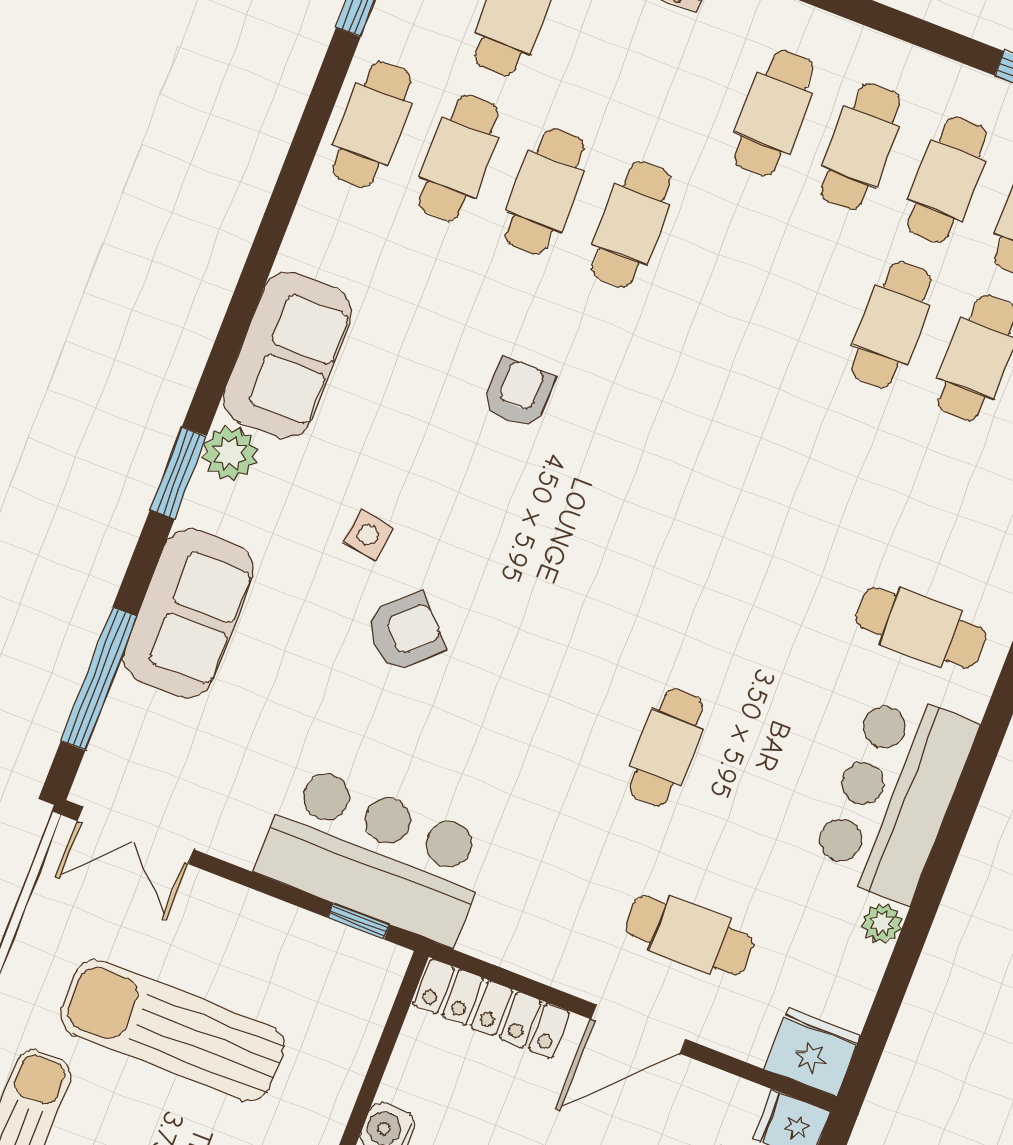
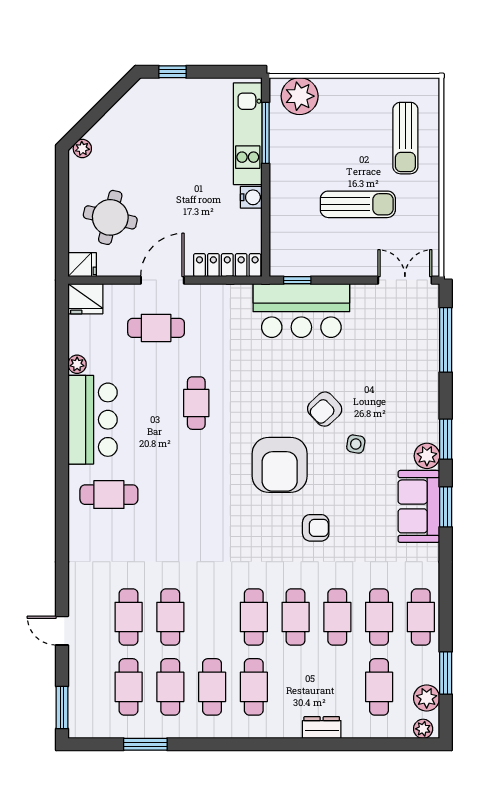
cafe table: (718, 258) -> (254, 617), added
window: (232, 333) -> (446, 507), added
armchair: (518, 393) -> (316, 528), turned -90
armchair: (543, 553) -> (280, 465), added
sofa: (189, 613) -> (419, 382), removed
sun lounger: (172, 1030) -> (358, 204), width x0.73, depth x0.75

